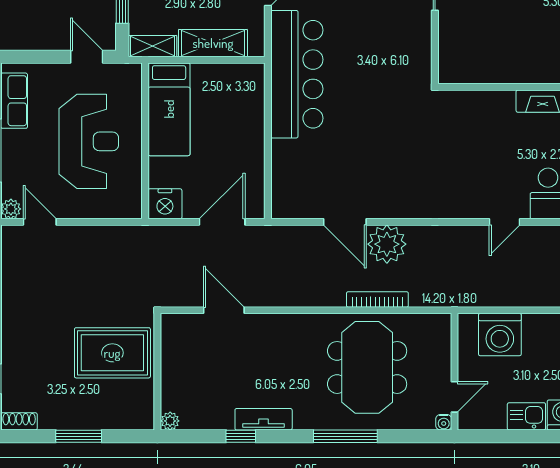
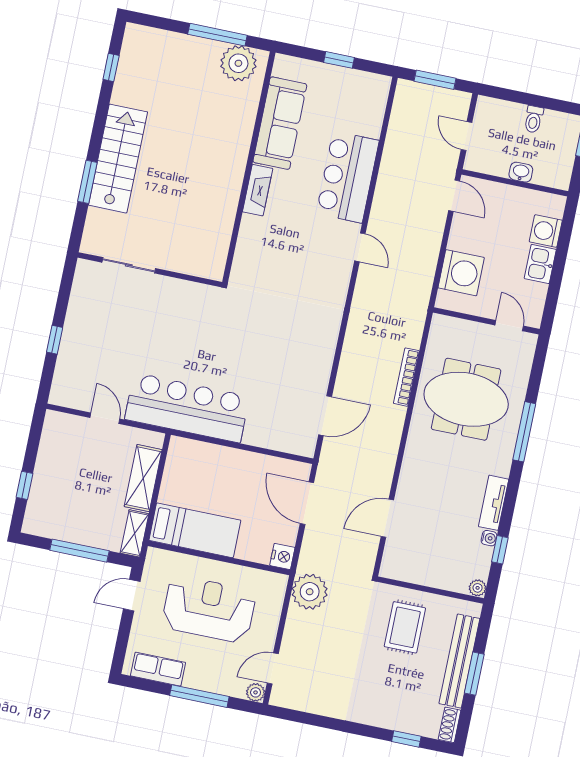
nightstand: (165, 204) -> (282, 556), width x0.74, depth x0.75
door: (345, 222) -> (325, 416), moved
plant: (387, 244) -> (310, 592), moved
rug: (112, 353) -> (405, 627), width x0.73, depth x0.70
bench: (89, 418) -> (459, 661), added
water cooler: (444, 422) -> (489, 538), moved
window: (241, 436) -> (500, 550), moved

